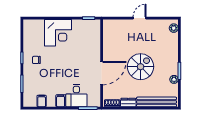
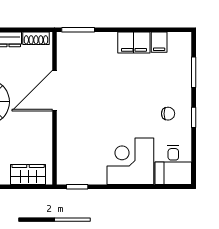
wardrobe: (117, 25) -> (28, 174), added
desk: (76, 96) -> (173, 165), moved, turned 180
filing cabinet: (61, 101) -> (134, 42), width x2.00

